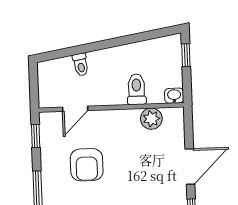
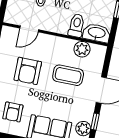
washbasin: (174, 96) -> (97, 33), width x1.91, depth x1.45
coffee table: (141, 158) -> (68, 75), added

